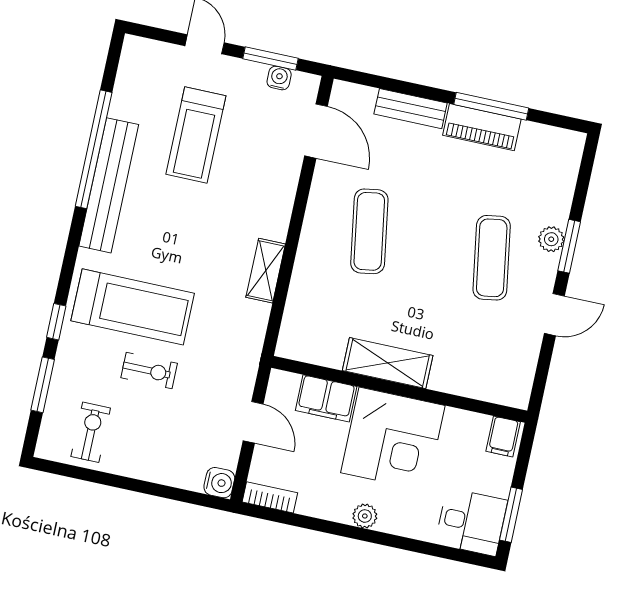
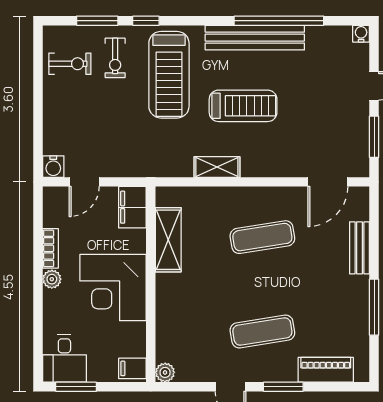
water cooler: (279, 78) -> (361, 34), moved, turned -90
piano: (482, 127) -> (326, 370), moved, turned 90
treadmill: (196, 135) -> (243, 106), moved, turned 180
plant: (551, 239) -> (165, 372), moved
shelving: (388, 363) -> (168, 240), moved
exercise bike: (149, 371) -> (115, 58), moved
filing cabinet: (326, 398) -> (132, 207), moved
door: (253, 422) -> (84, 182), moved
bookcase: (270, 497) -> (50, 248), moved

